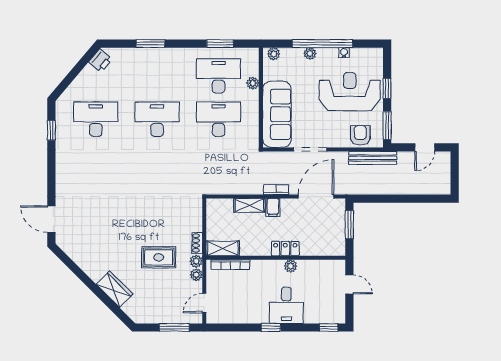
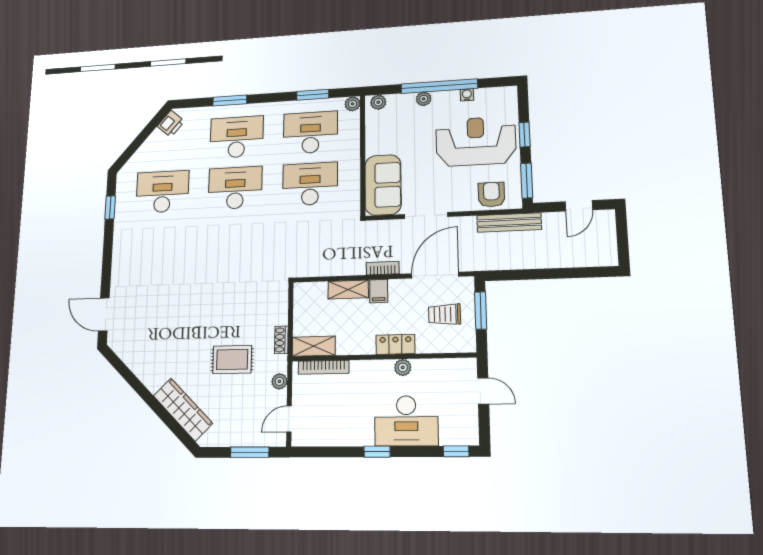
desk: (157, 76) -> (237, 137), added
plant: (253, 83) -> (352, 104), moved
sofa: (277, 114) -> (383, 185), width x0.73
trolley: (323, 227) -> (445, 314), added
plant: (196, 261) -> (279, 363), removed
wardrobe: (115, 289) -> (183, 409), width x1.50
desk: (286, 305) -> (406, 421), width x1.37

